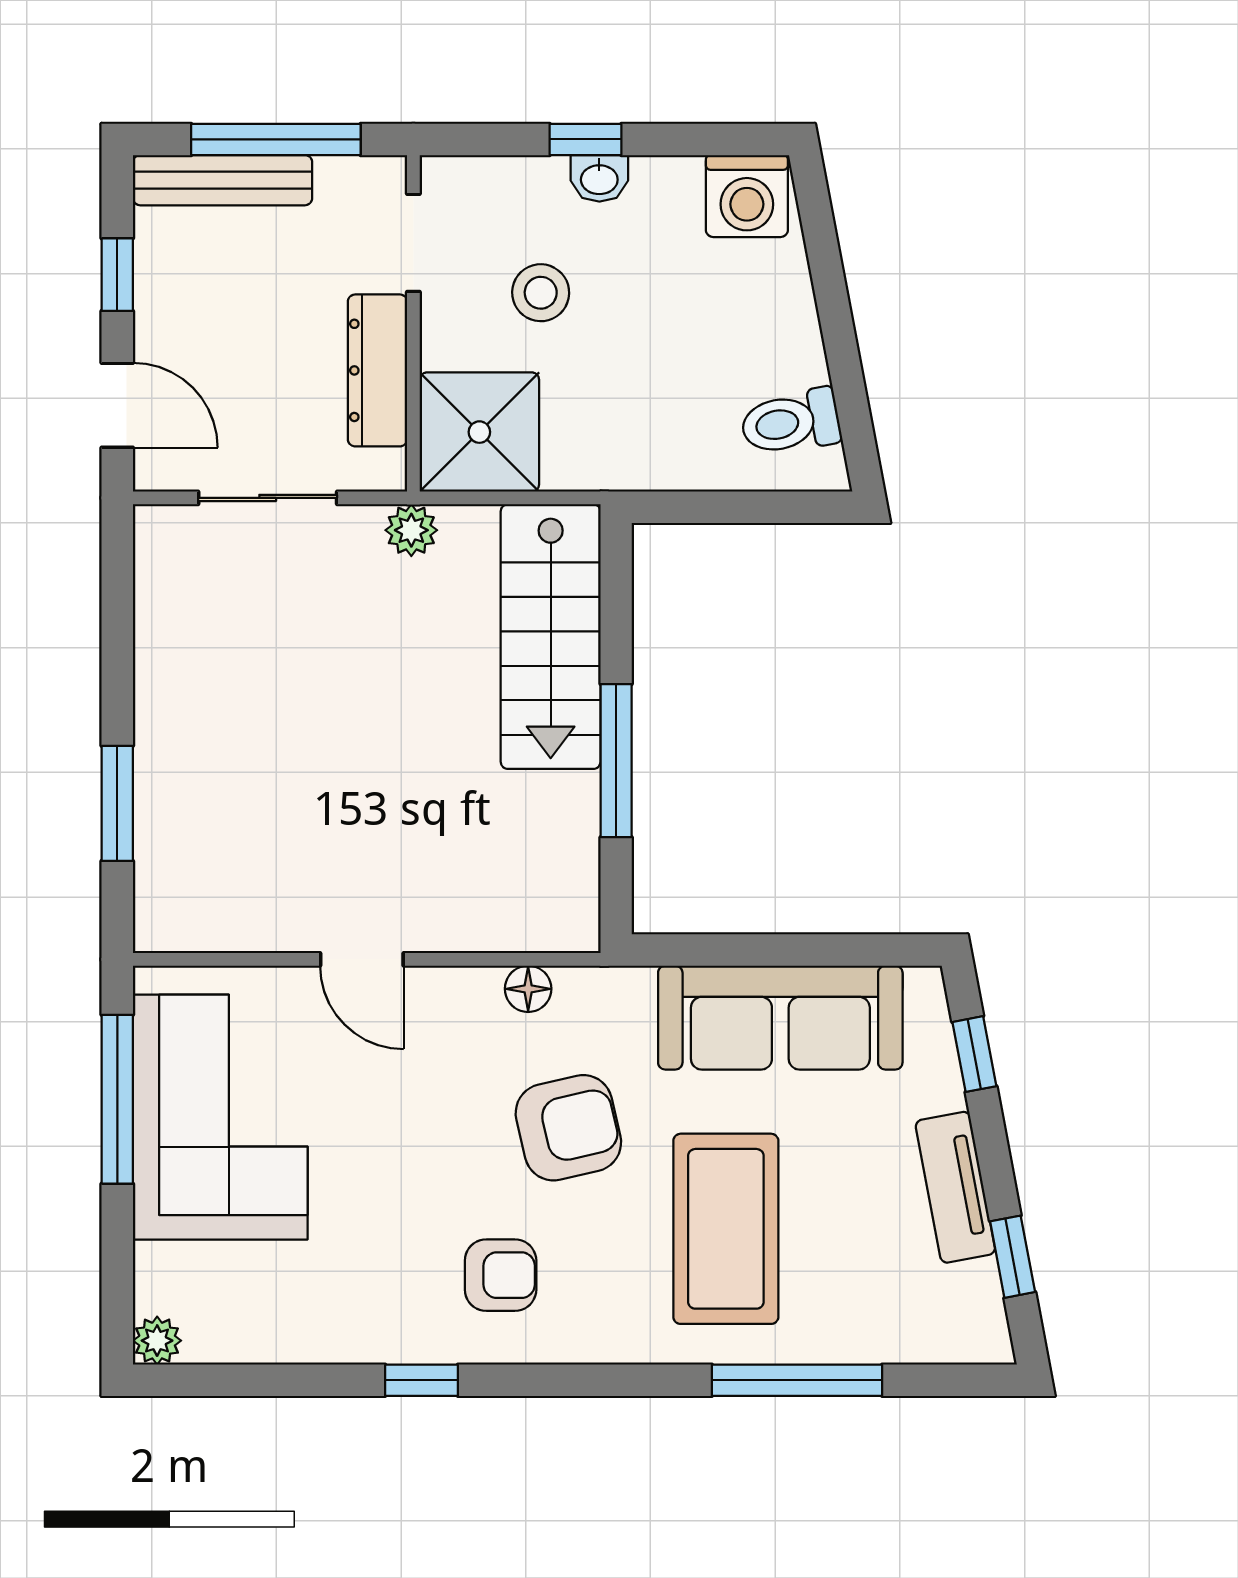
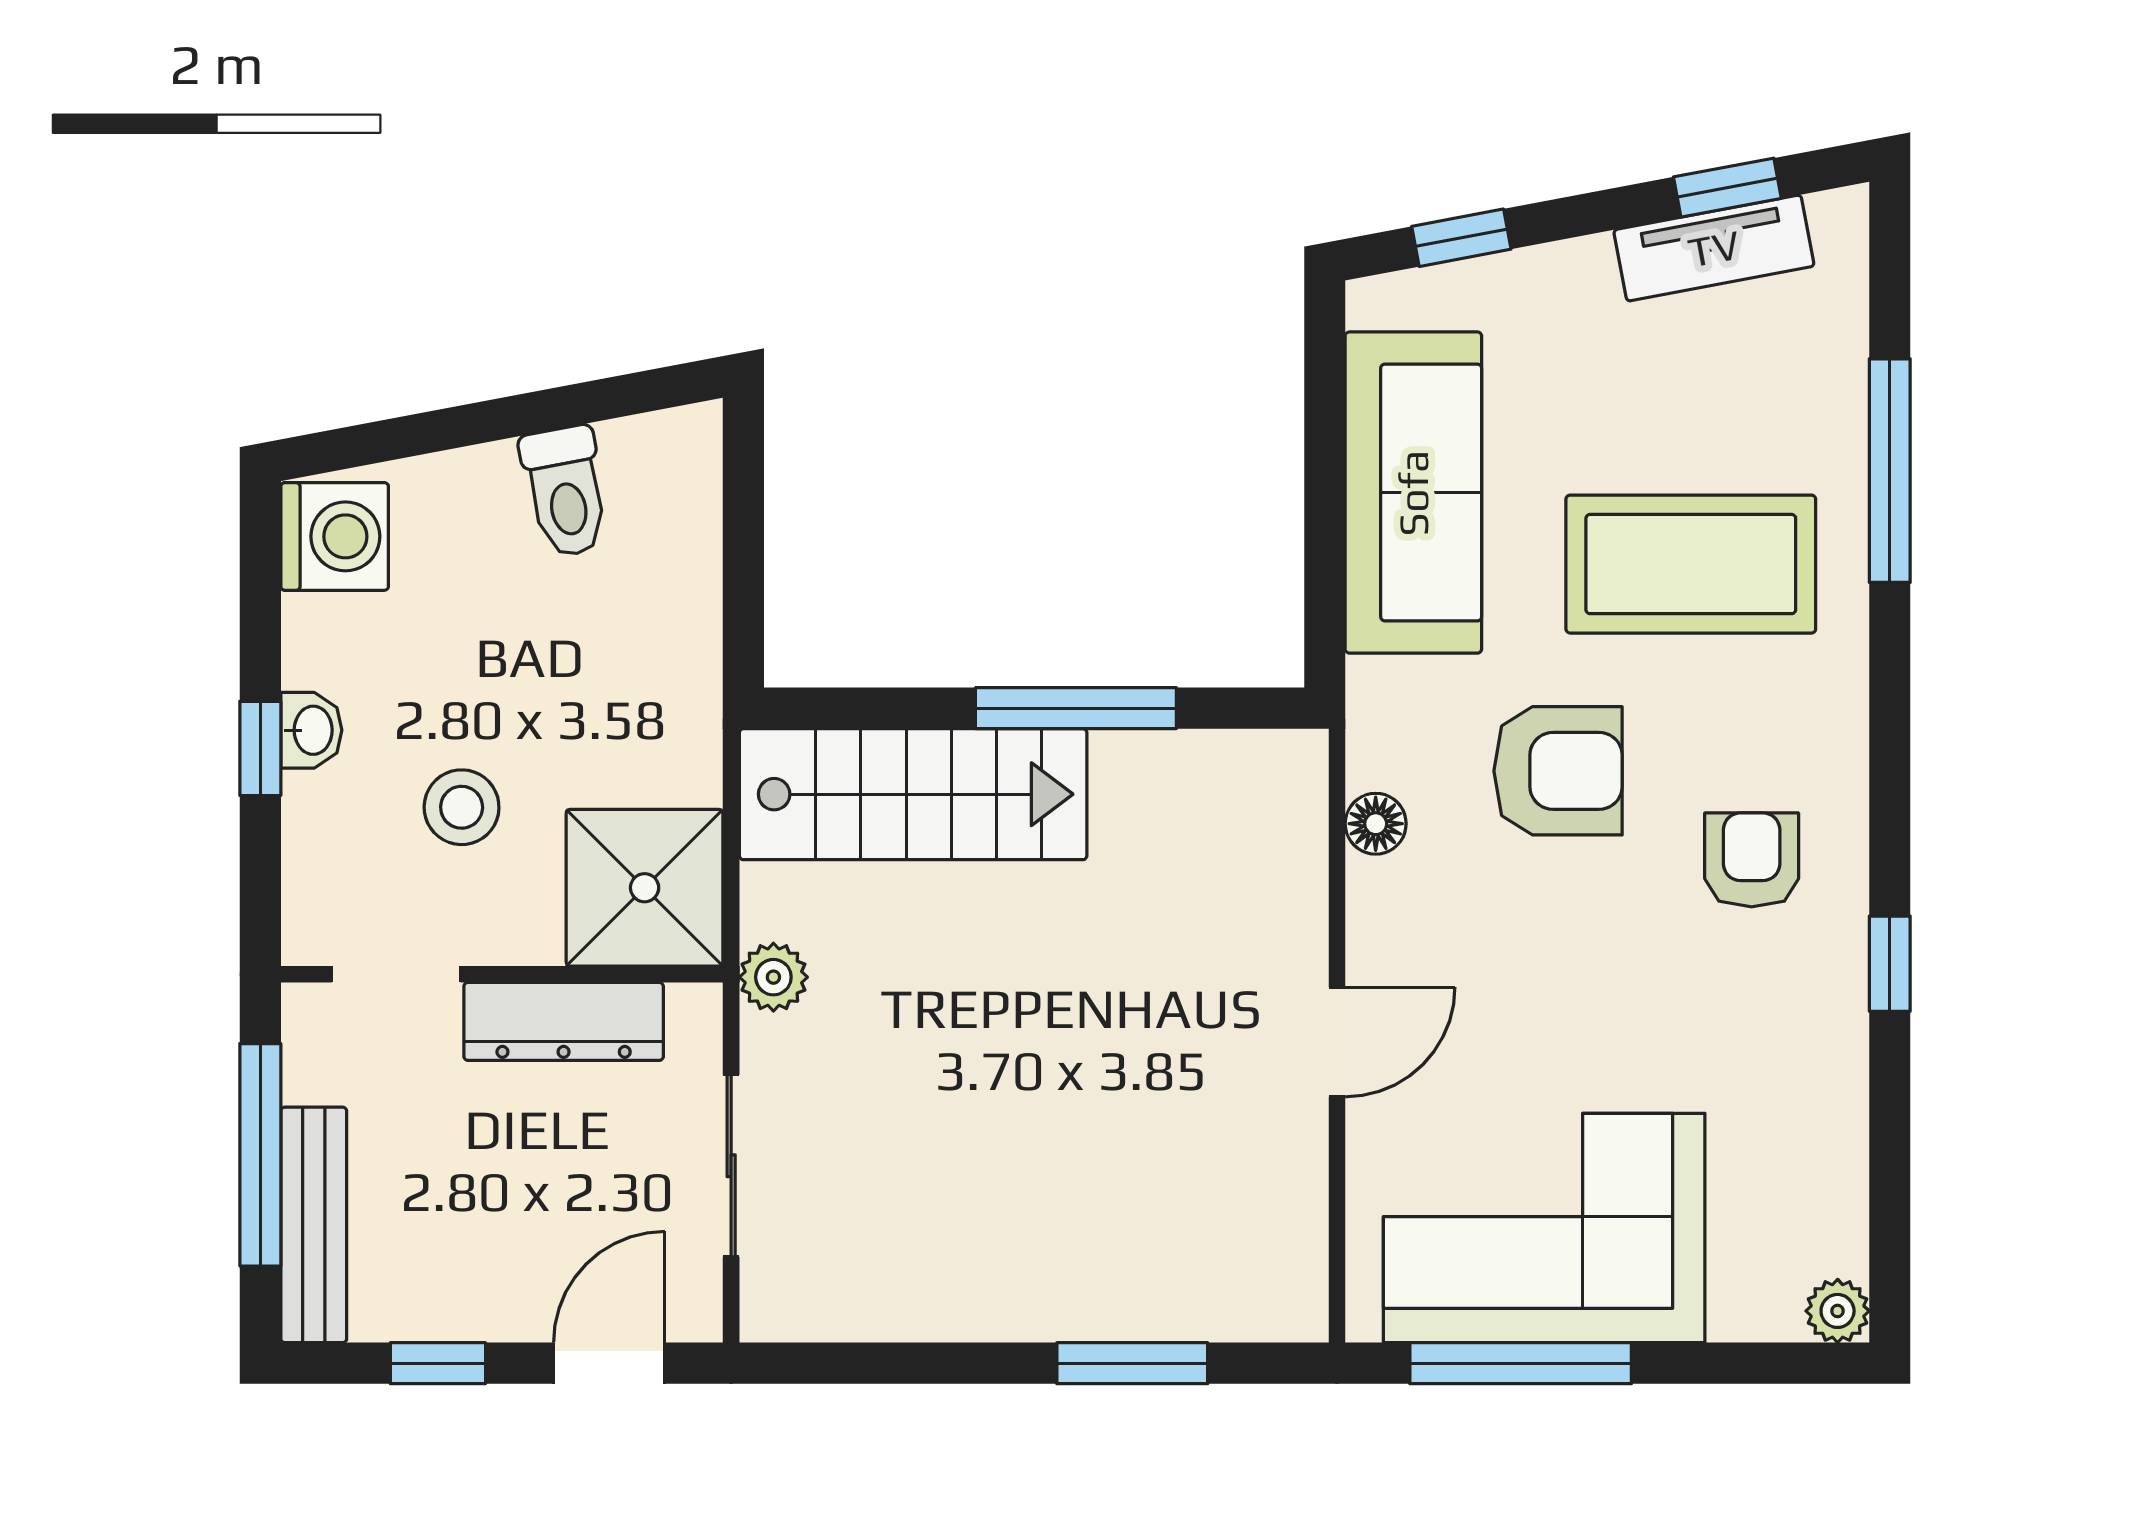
toilet: (791, 422) -> (565, 492), moved
armchair: (568, 1128) -> (1558, 771), turned 103
tv unit: (955, 1187) -> (1714, 248), moved

